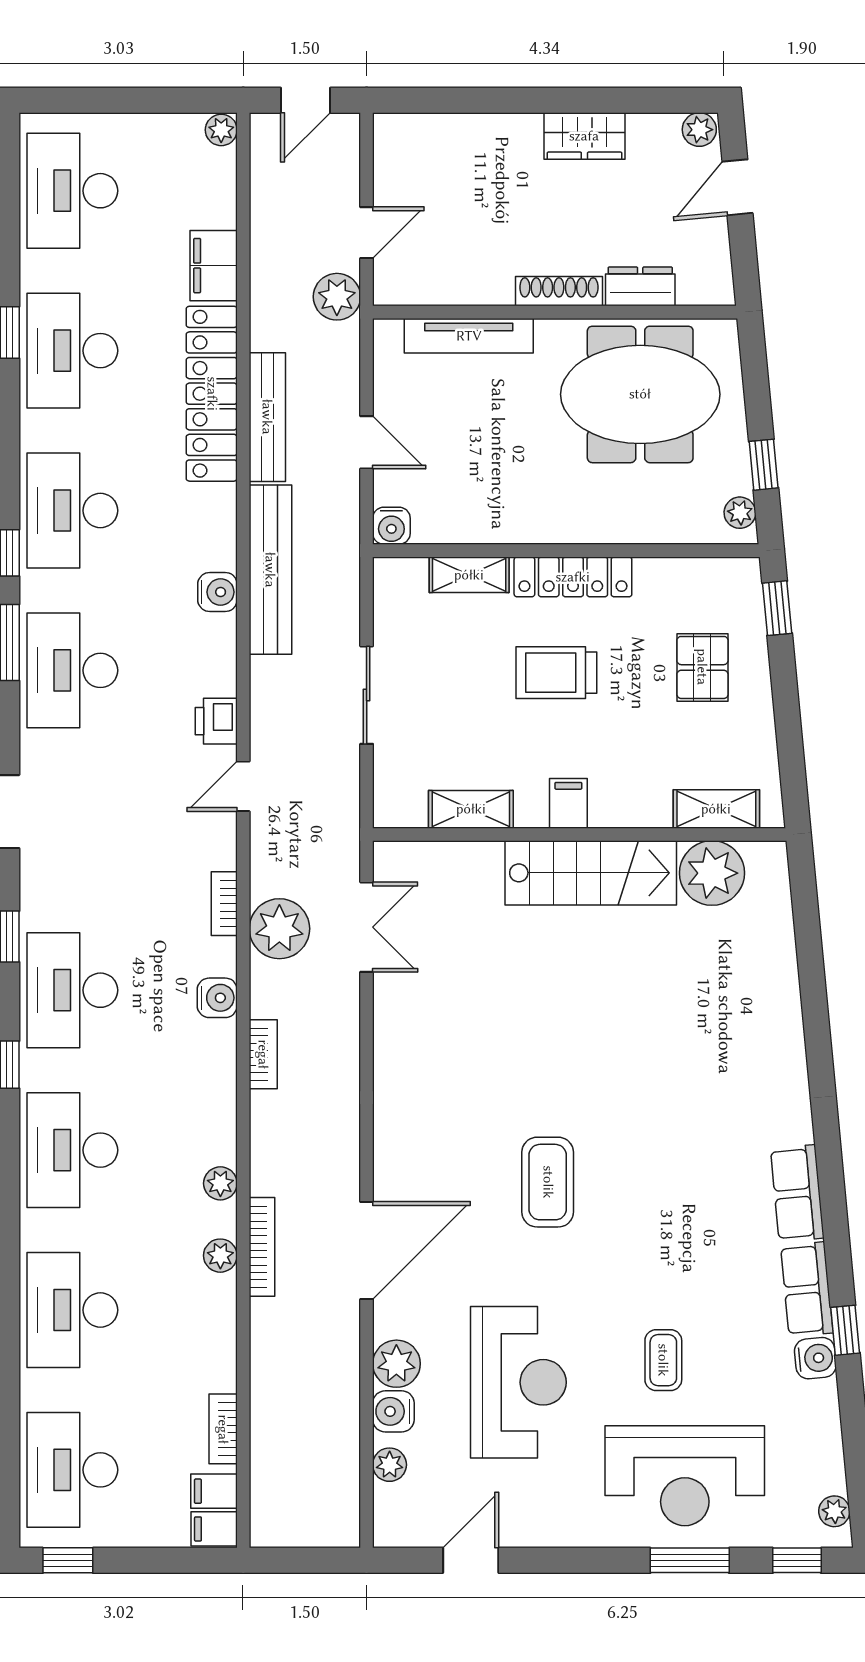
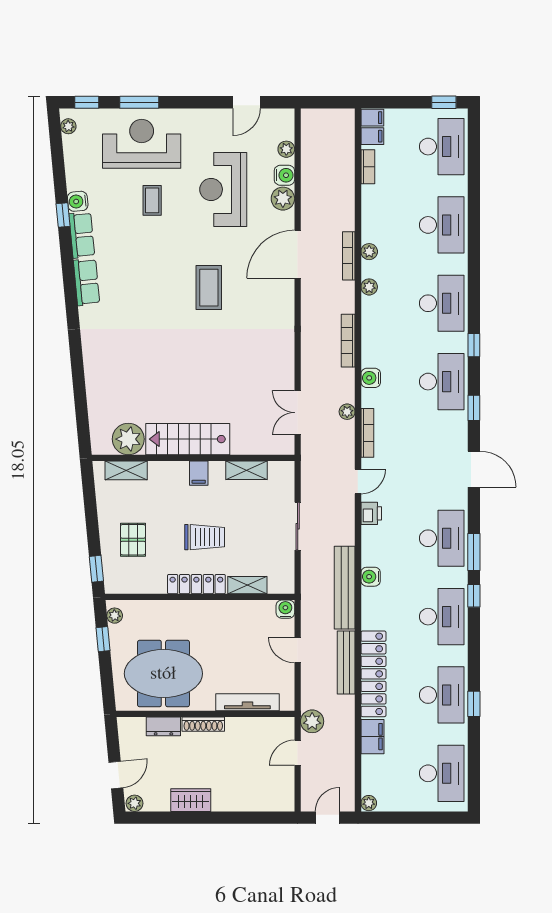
bookcase: (224, 904) -> (367, 433), width x1.56
plant: (279, 929) -> (347, 412), width x0.53, depth x0.53
bookcase: (263, 1054) -> (348, 341), width x1.56

